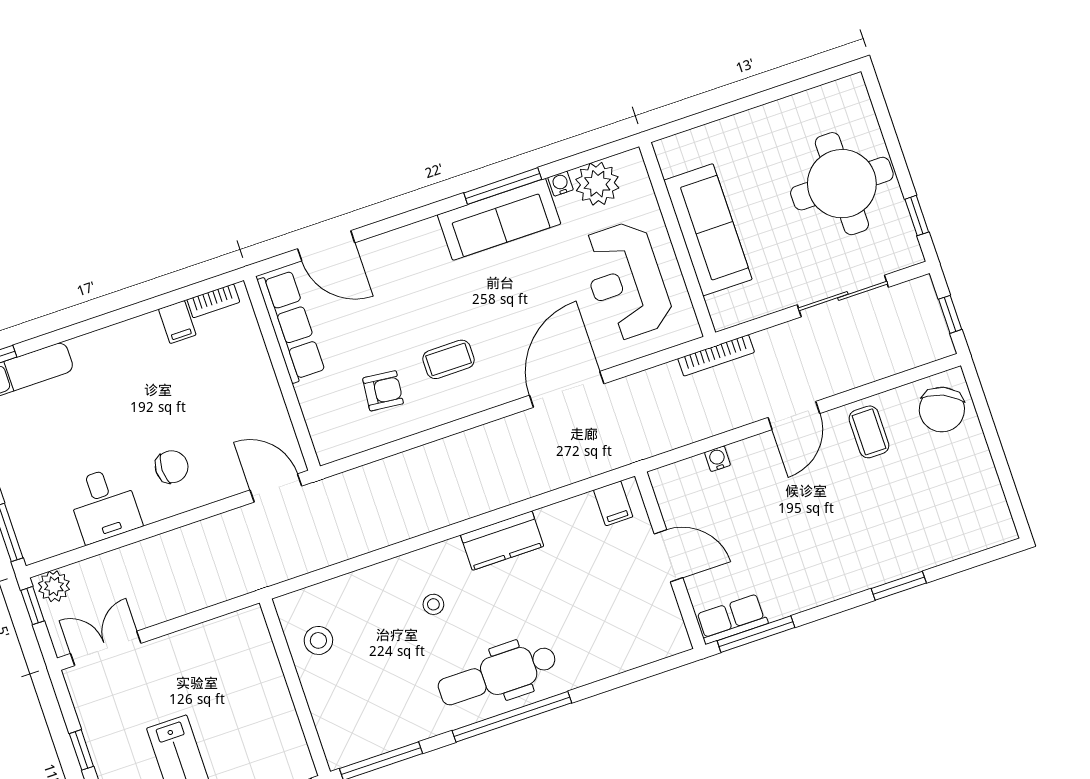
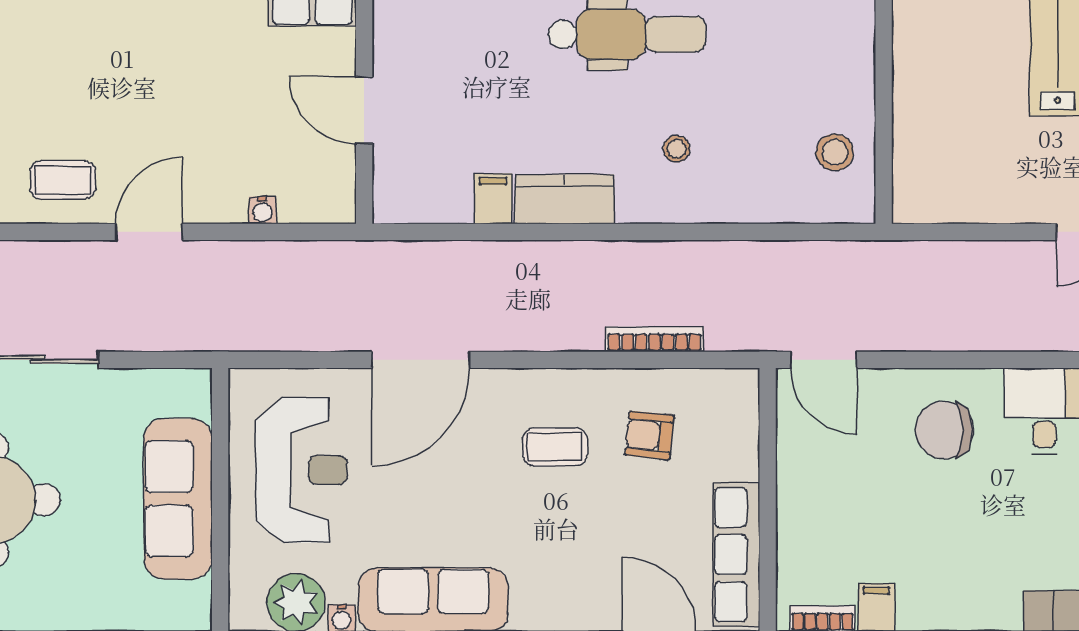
bookcase: (716, 355) -> (655, 339), moved
coffee table: (869, 432) -> (63, 180), turned 90
chair: (172, 467) -> (944, 430), width x1.37, depth x1.37
filing cabinet: (613, 503) -> (493, 199), moved

